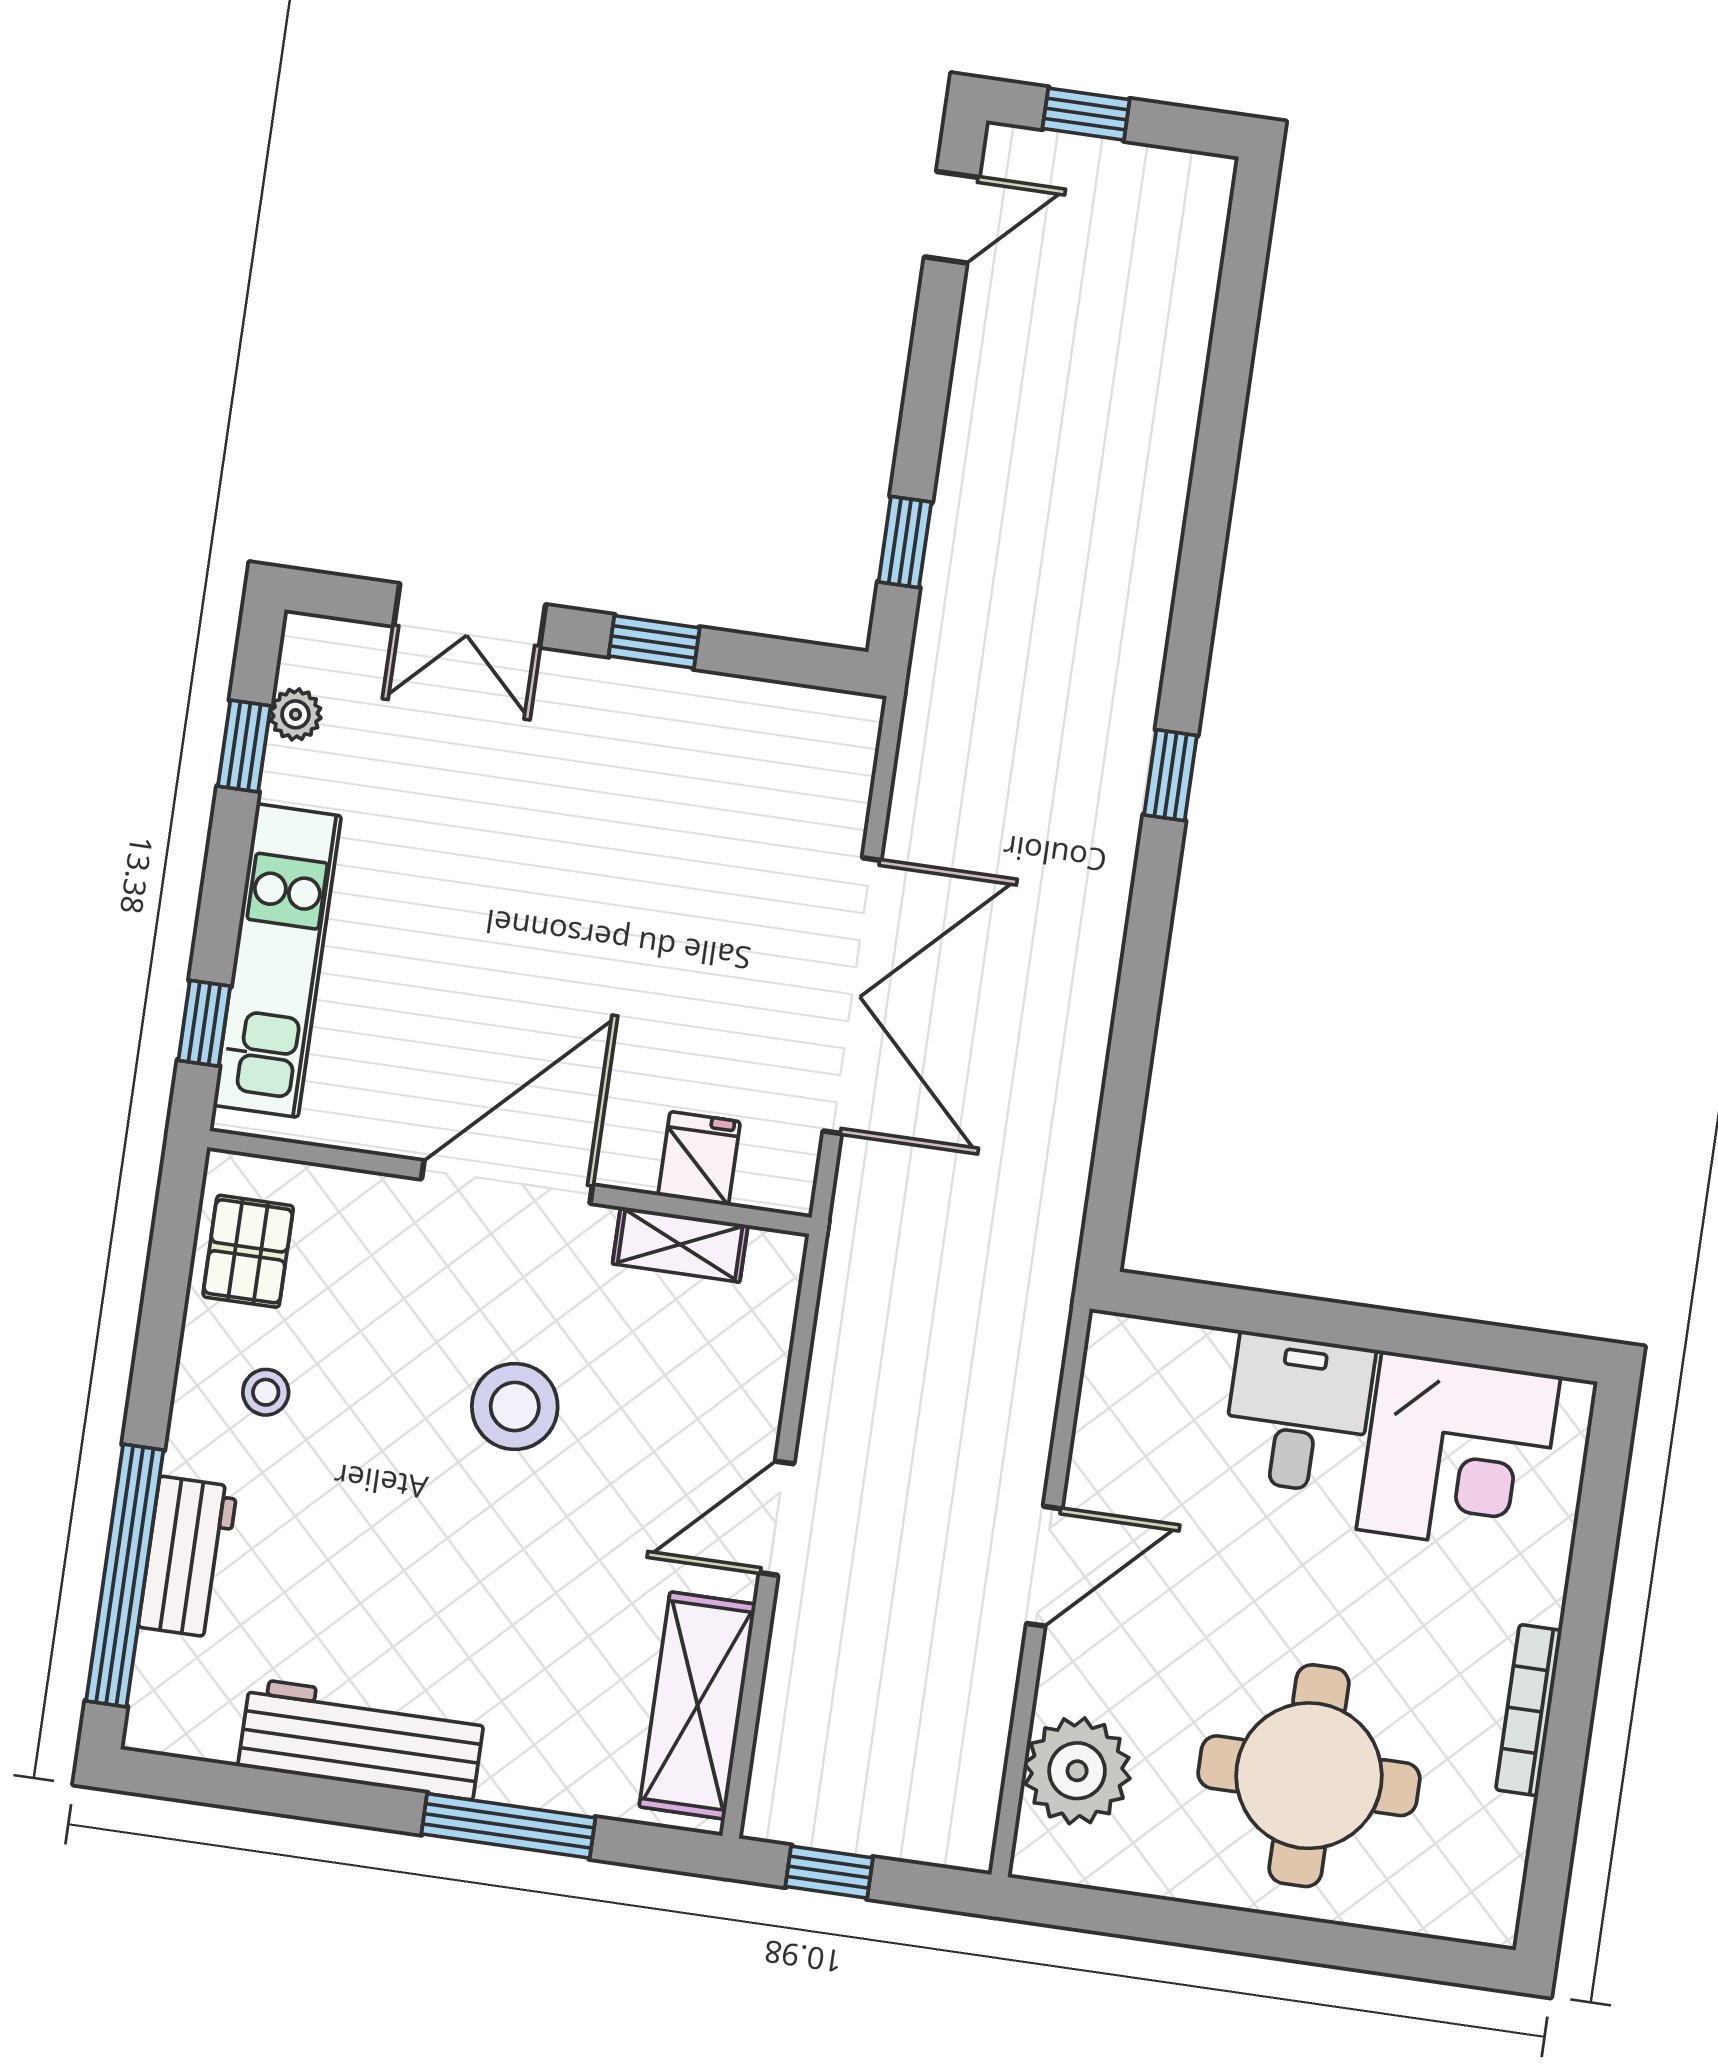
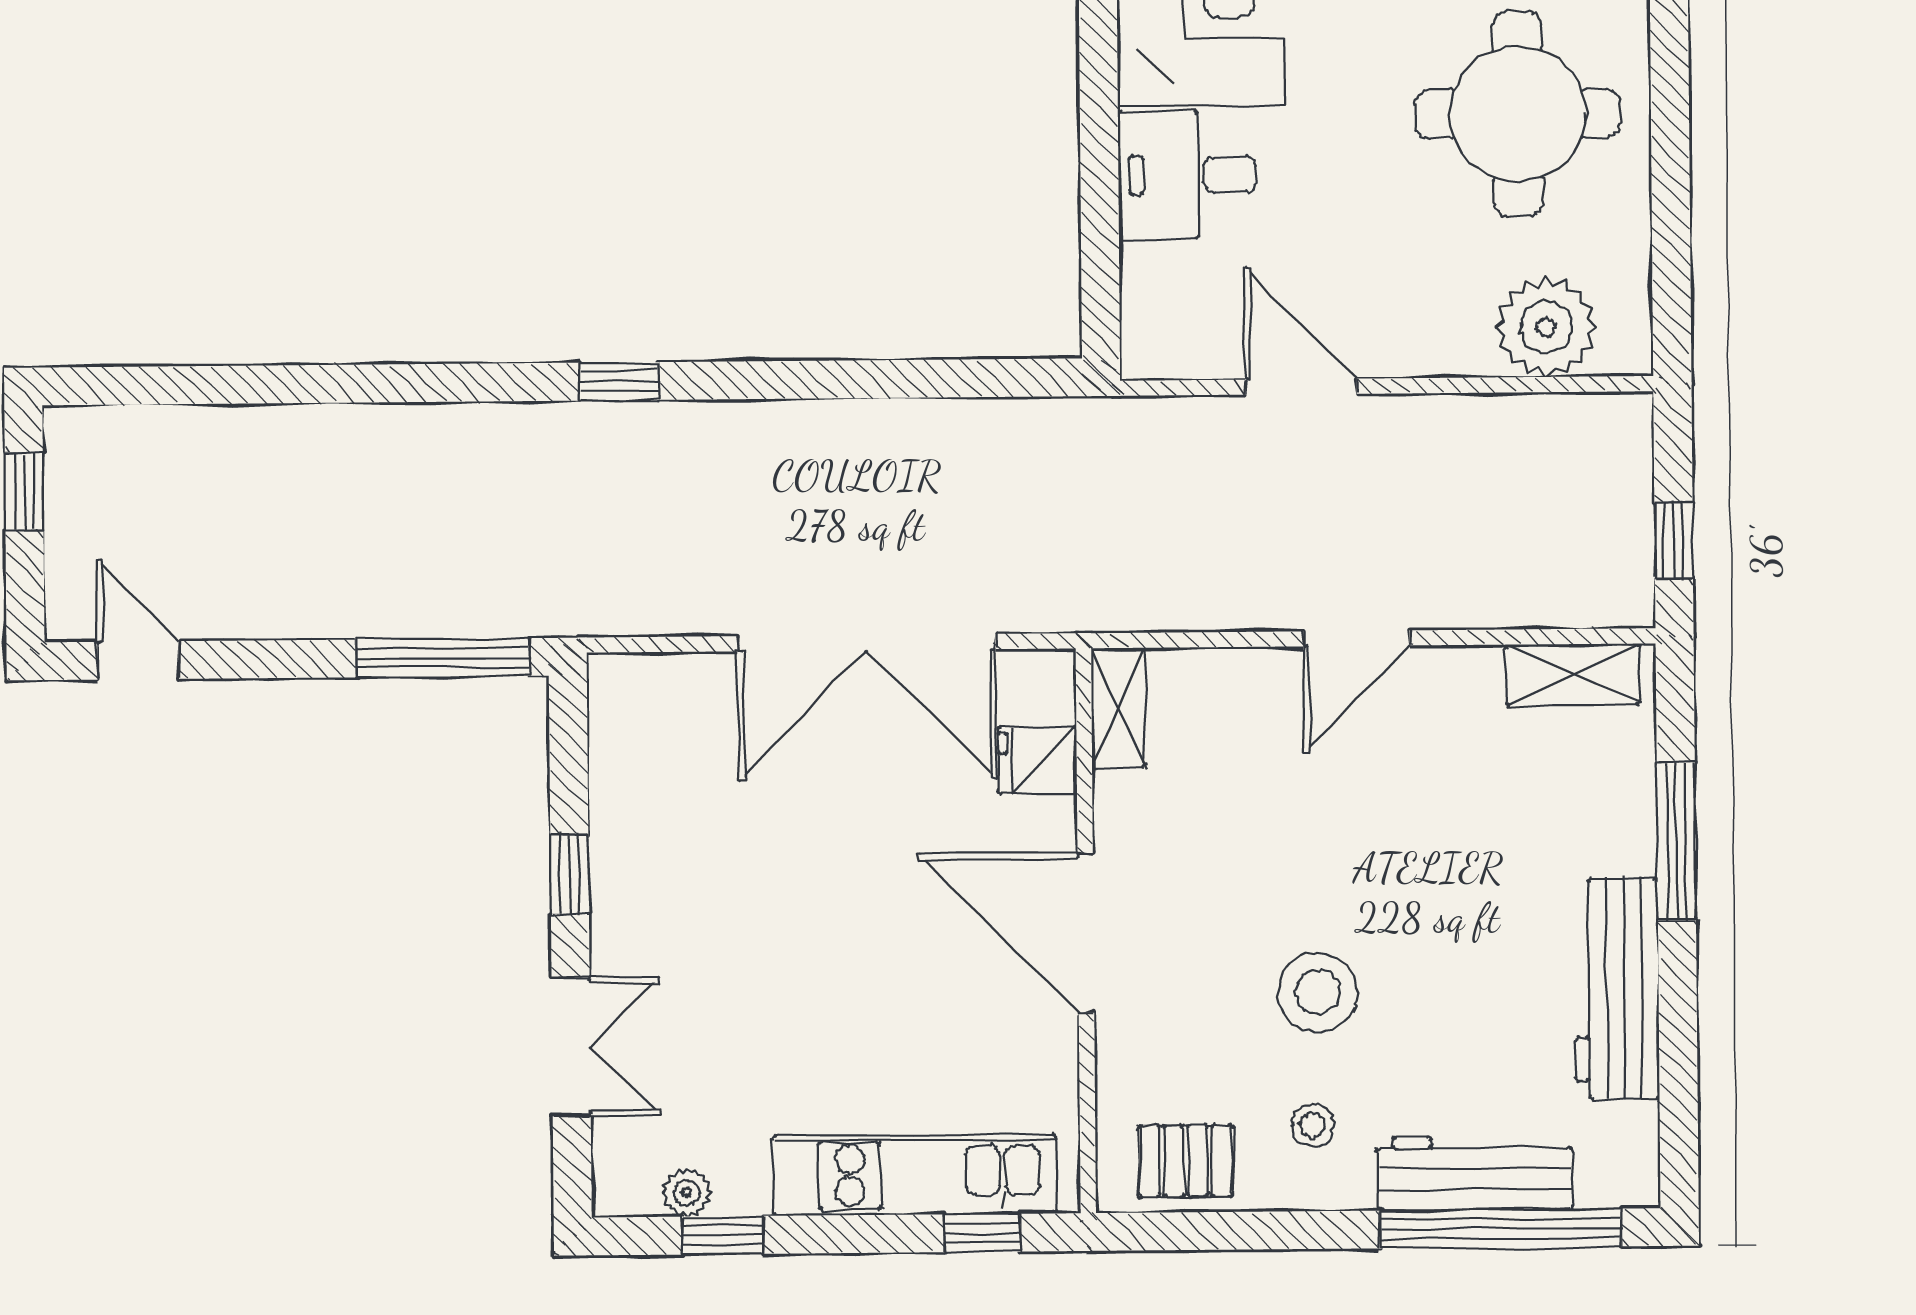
window: (1086, 114) -> (24, 491), moved
window: (905, 542) -> (443, 658), width x2.17
double door: (852, 996) -> (866, 643), swing flipped
shelving: (680, 1244) -> (1118, 708), moved
stool: (515, 1406) -> (1318, 992), moved
door: (777, 1518) -> (1356, 638), hinge flipped
workbench: (188, 1557) -> (1475, 1173), width x1.38
door: (1044, 1566) -> (1301, 387), moved
shelving: (698, 1705) -> (1573, 674), width x0.67, depth x0.75

